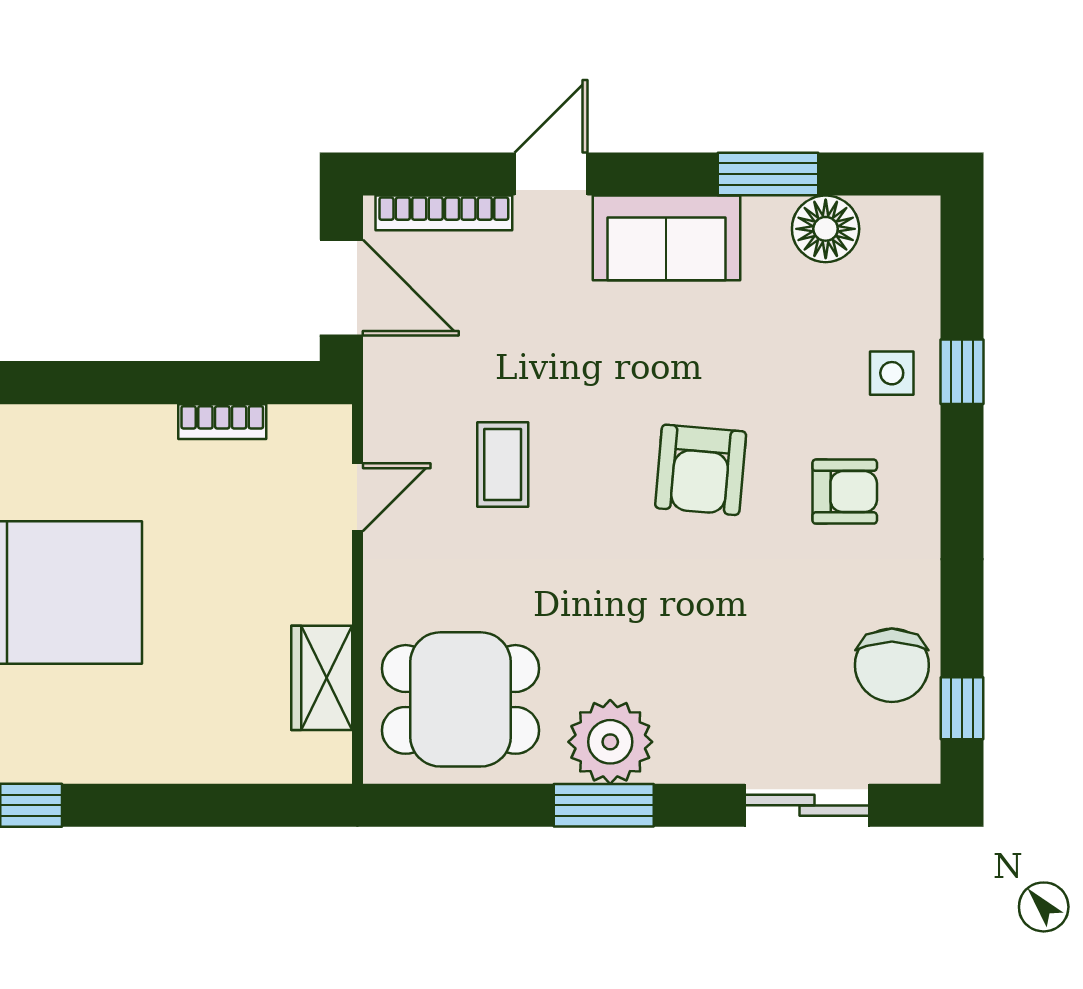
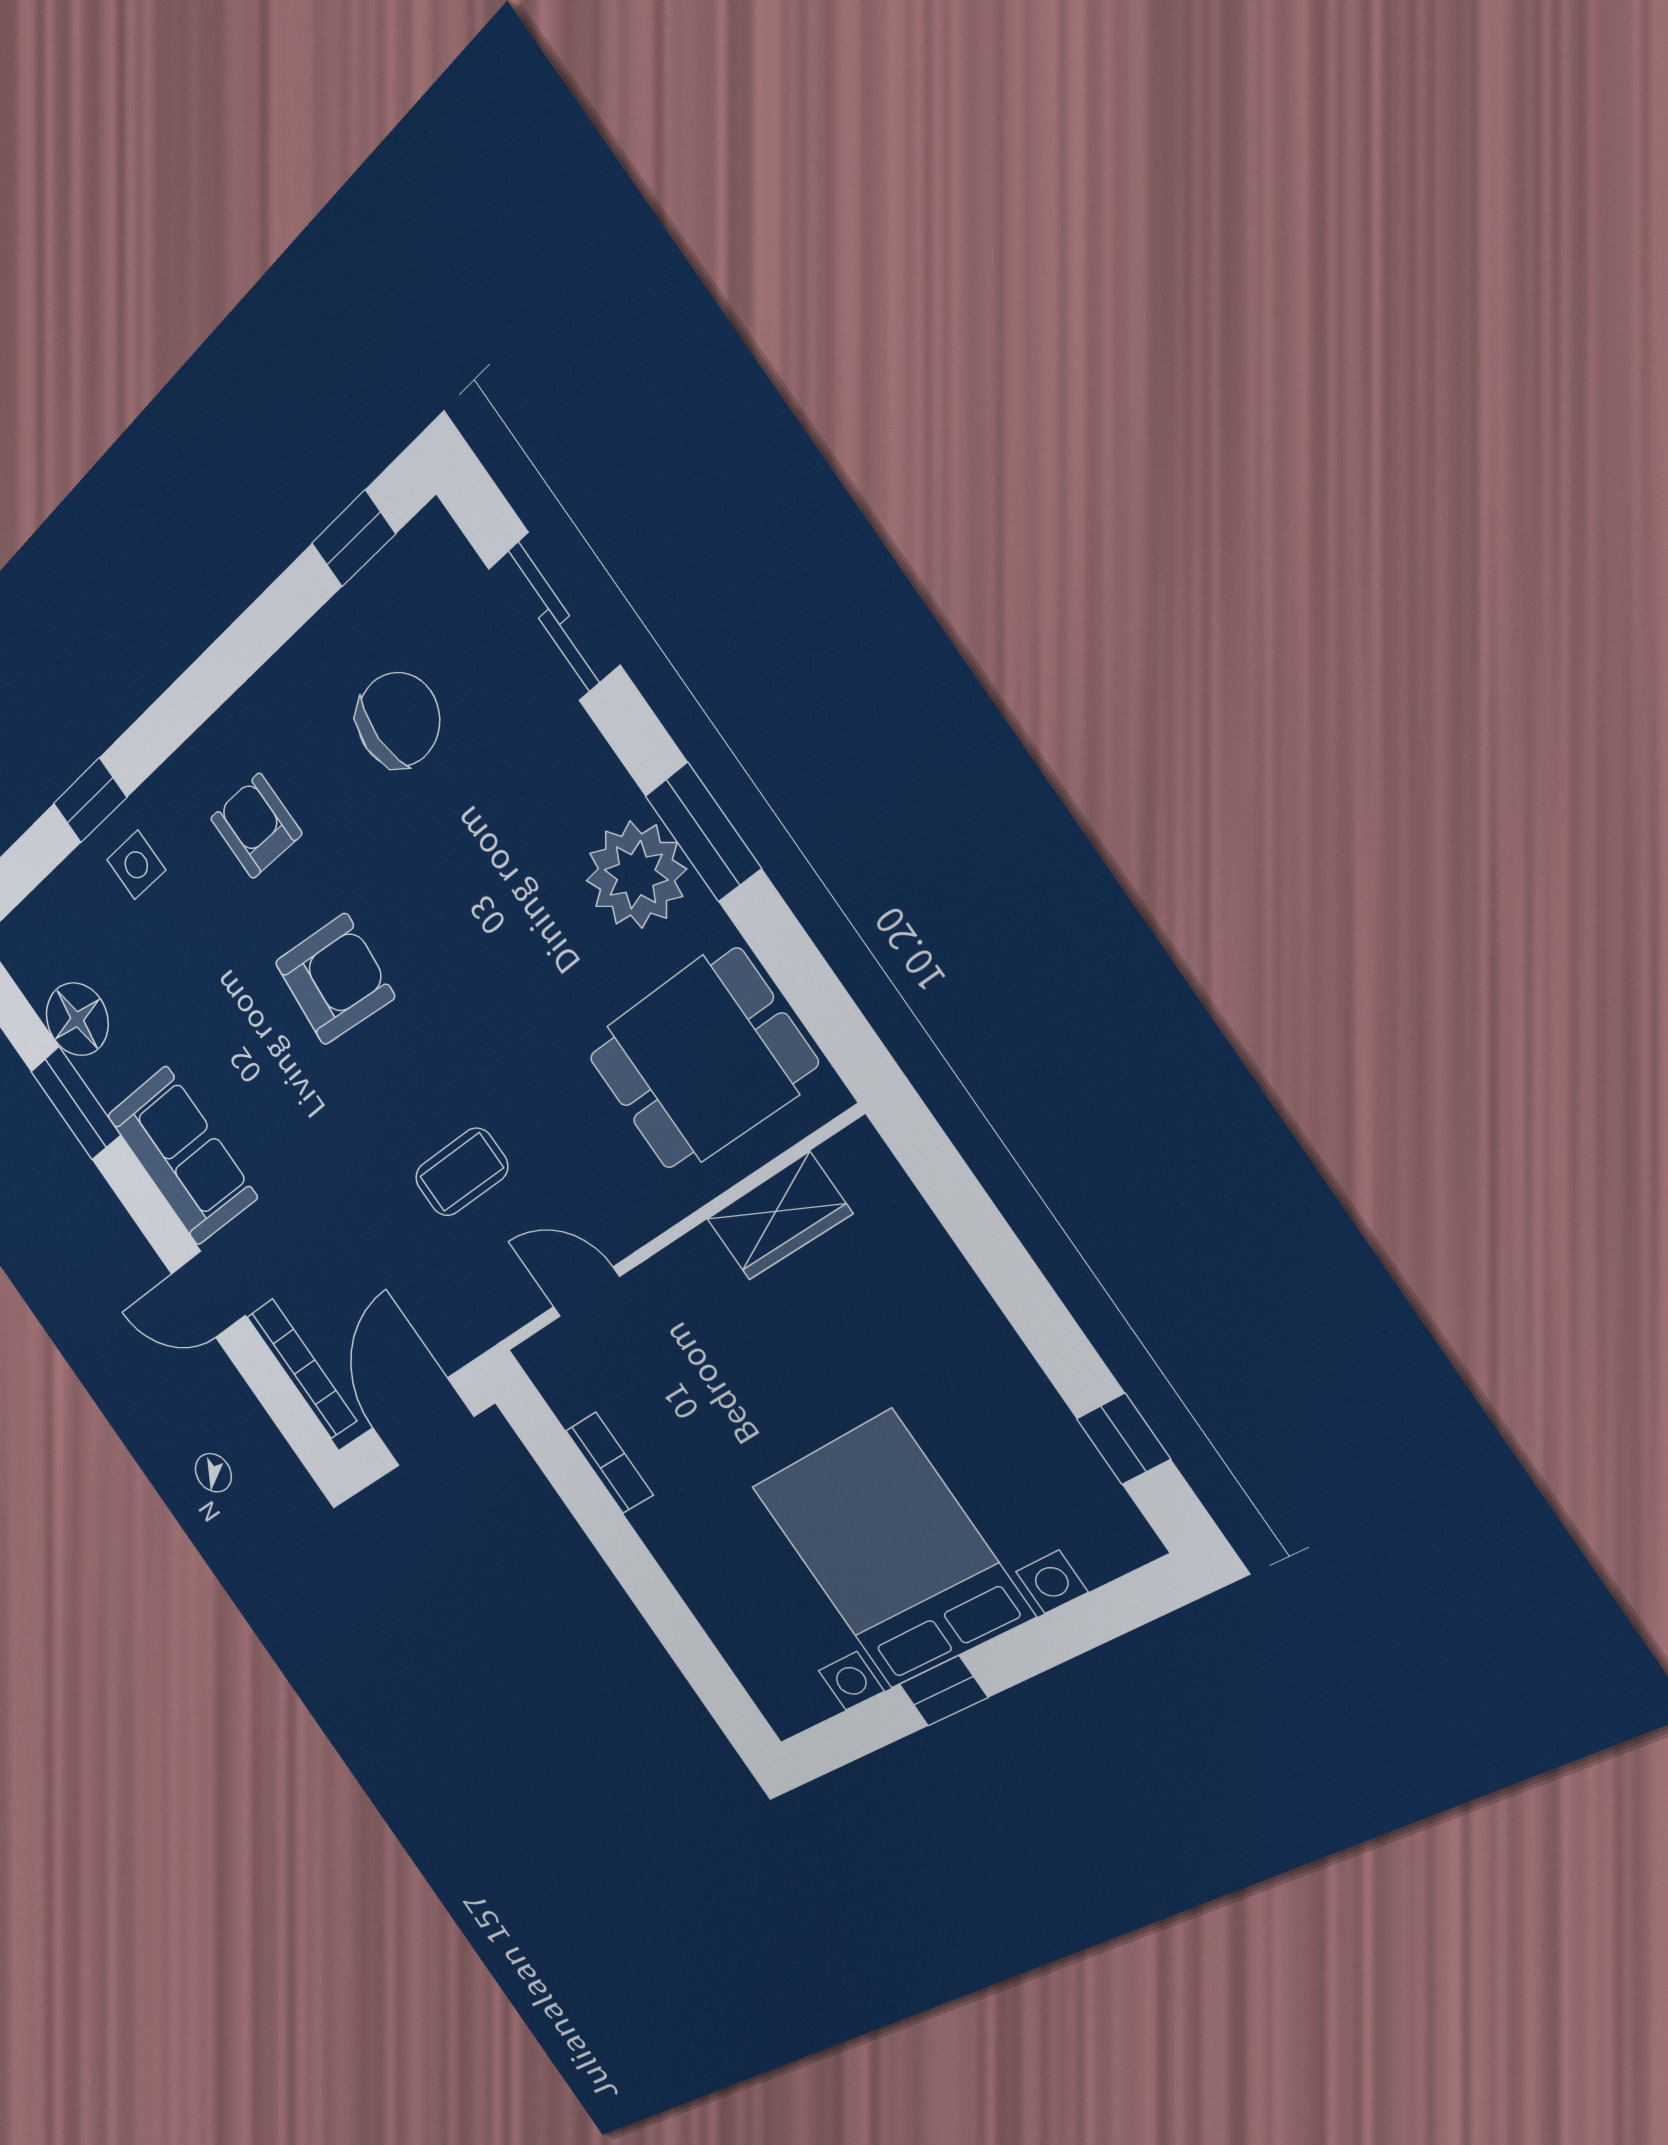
chair: (892, 665) -> (398, 720), moved
dining table: (461, 699) -> (702, 1060), turned 90

